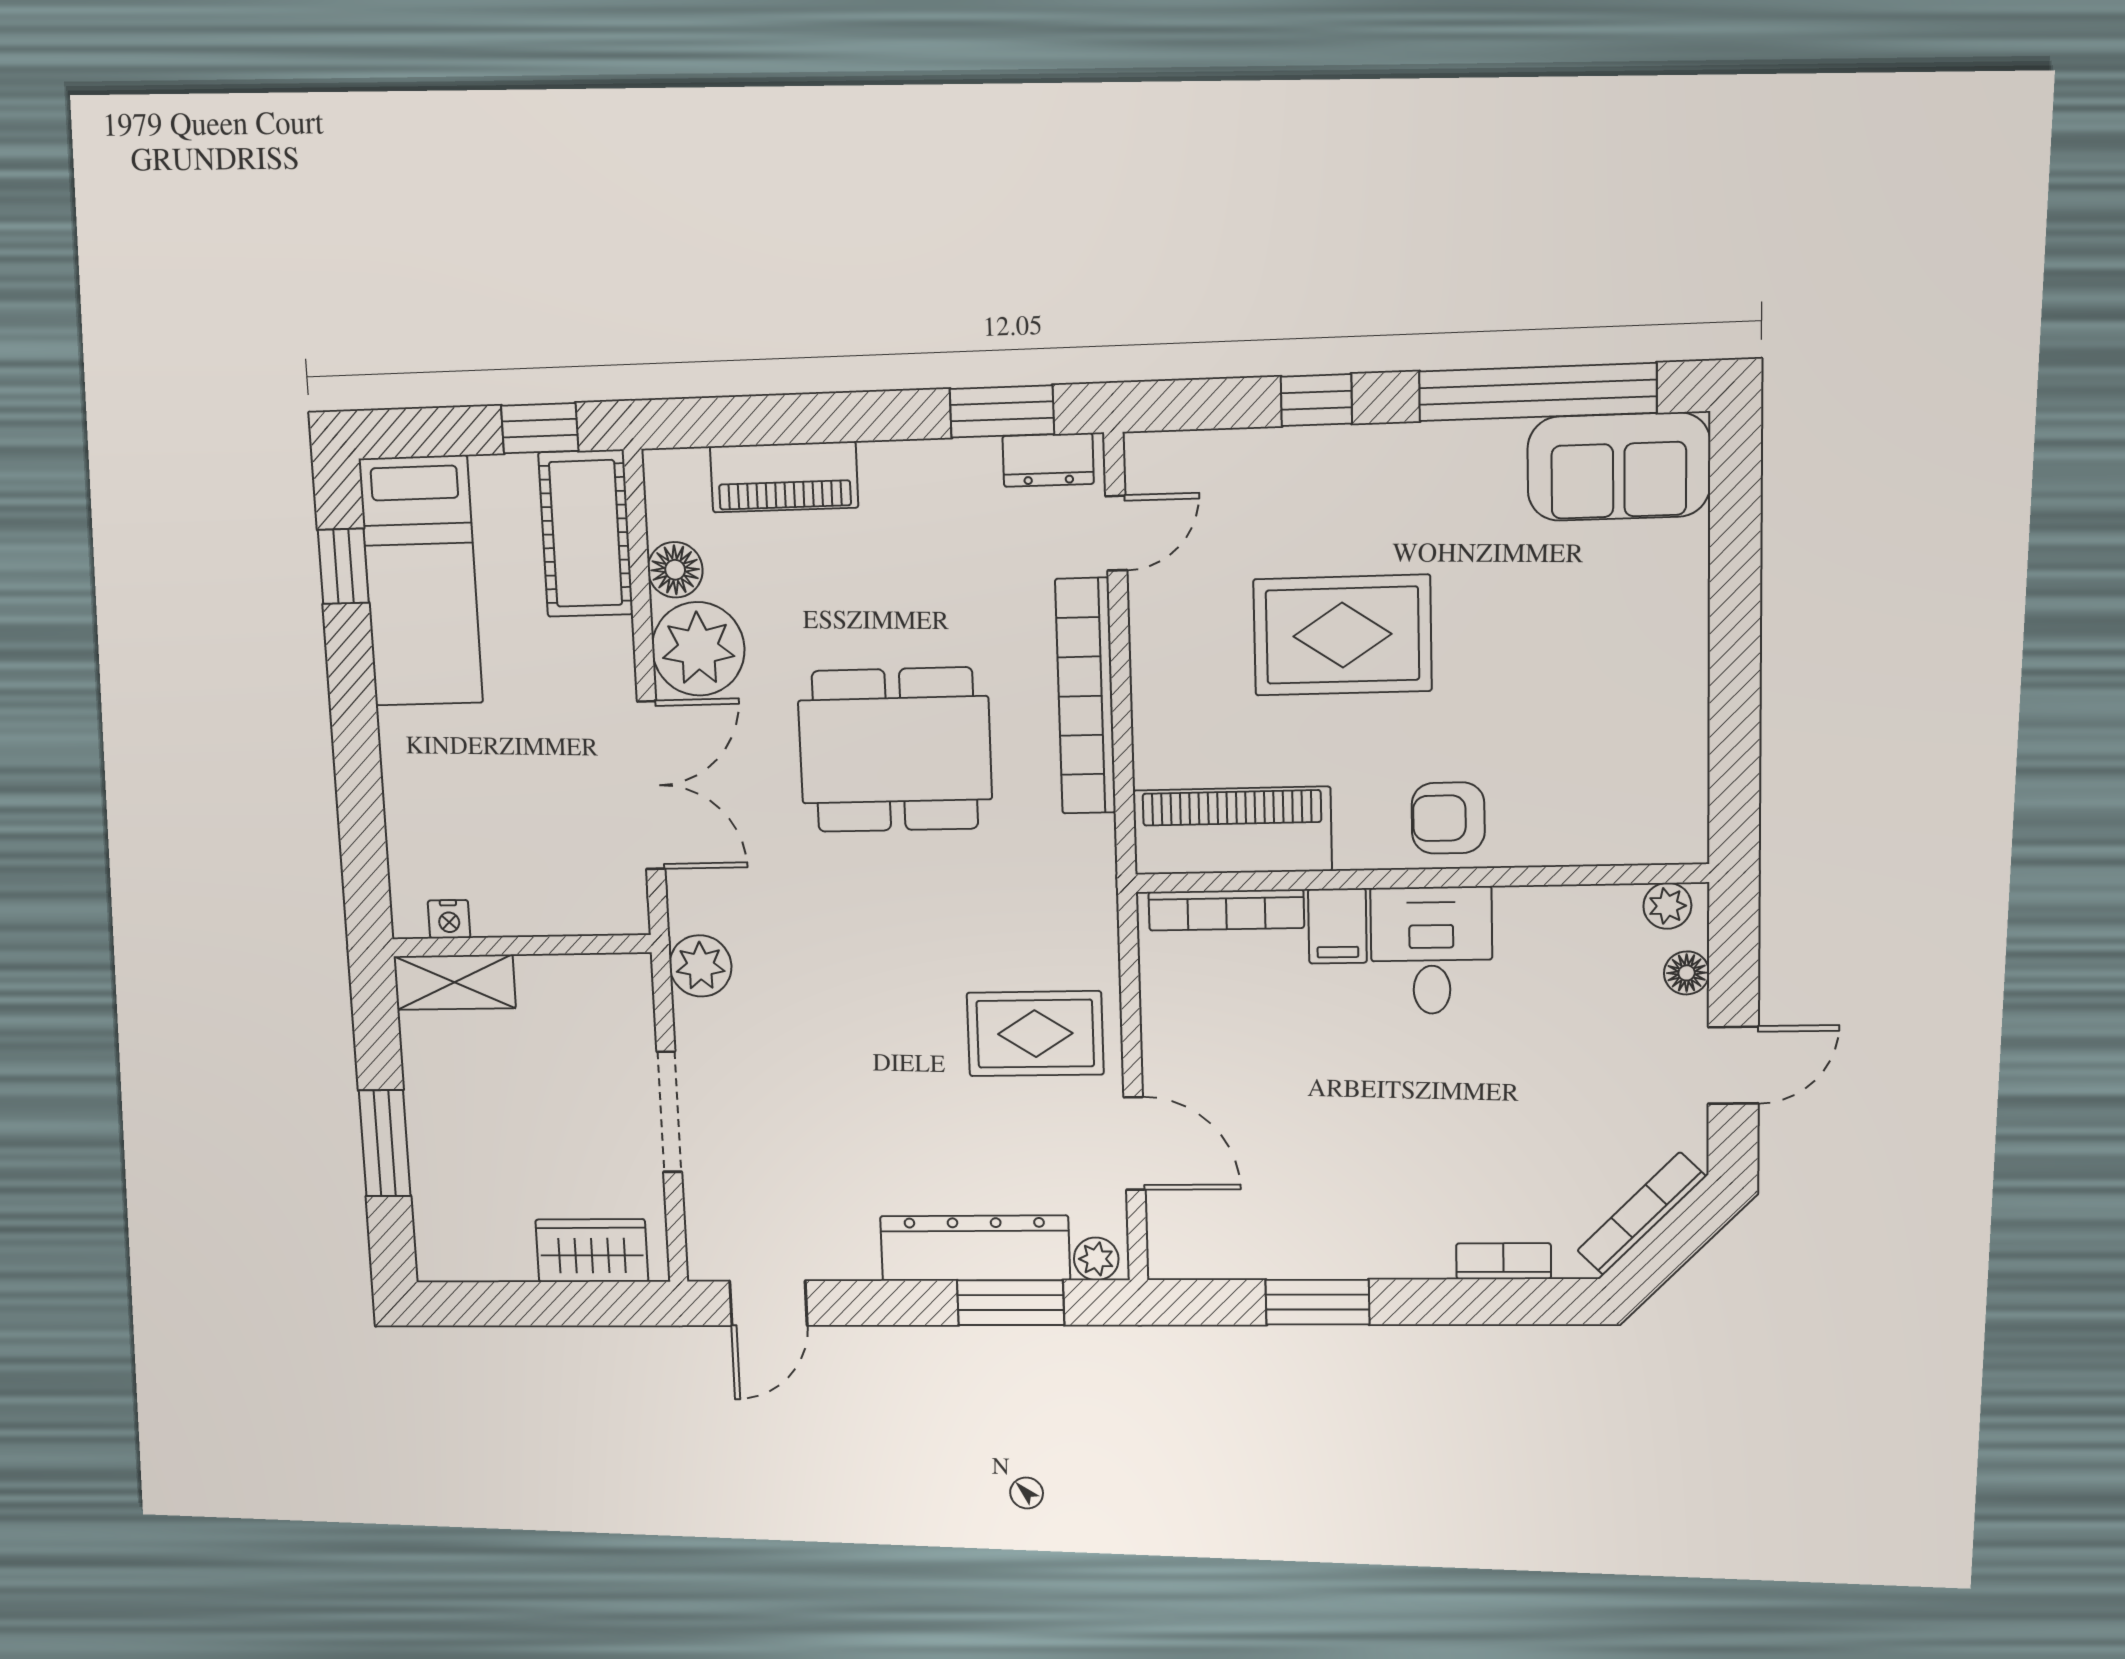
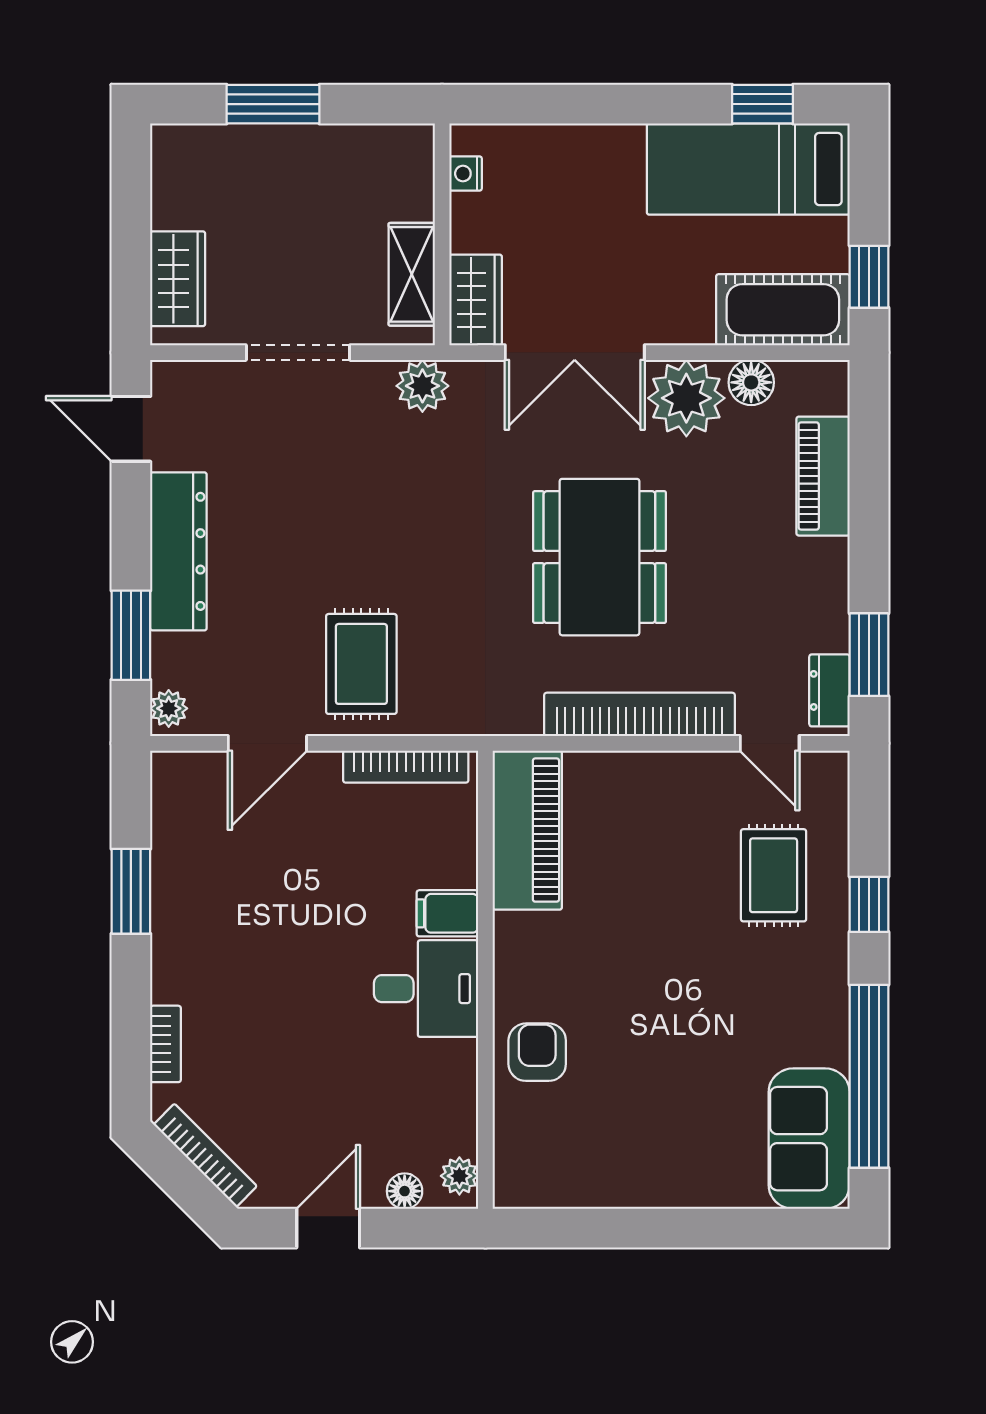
rug: (1342, 635) -> (774, 875), moved, width x0.73, depth x0.70
armchair: (1448, 818) -> (537, 1052), moved
wardrobe: (596, 905) -> (476, 300), added
bookcase: (1226, 910) -> (406, 767), moved, turned -90
shelving: (455, 982) -> (412, 274), moved
door: (1733, 1065) -> (328, 1228), swing flipped
dresser: (975, 1248) -> (178, 551), moved

